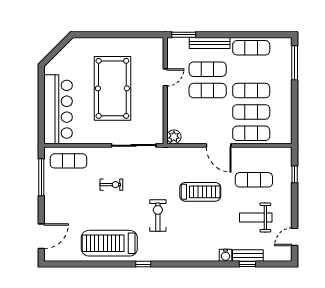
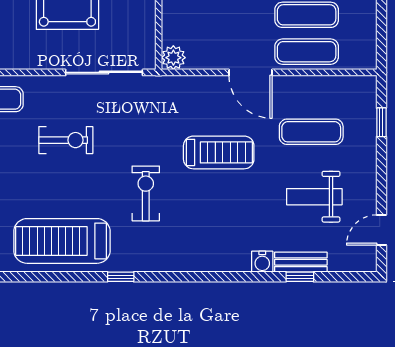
exercise bike: (111, 185) -> (66, 140), width x1.38, depth x1.39

